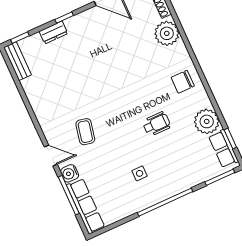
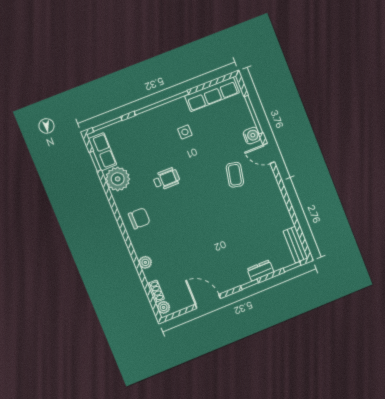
plant: (167, 33) -> (145, 262), width x0.53, depth x0.53
wheelchair: (157, 124) -> (166, 179), turned 180
row of seats: (86, 206) -> (212, 94), moved, turned -90

